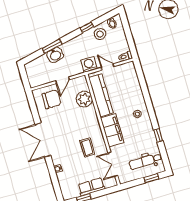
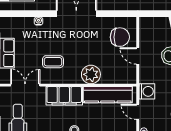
door: (108, 67) -> (138, 112), swing flipped
chair: (51, 99) -> (120, 37), turned -90
plant: (84, 99) -> (91, 74), moved

